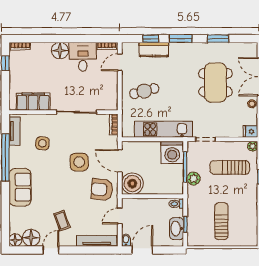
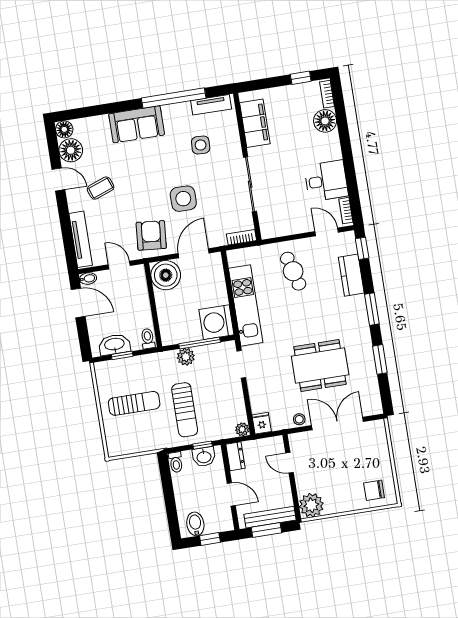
window: (151, 39) -> (362, 248), moved
floor lamp: (60, 51) -> (325, 121), moved
sun lounger: (230, 167) -> (185, 410), moved, turned 180

